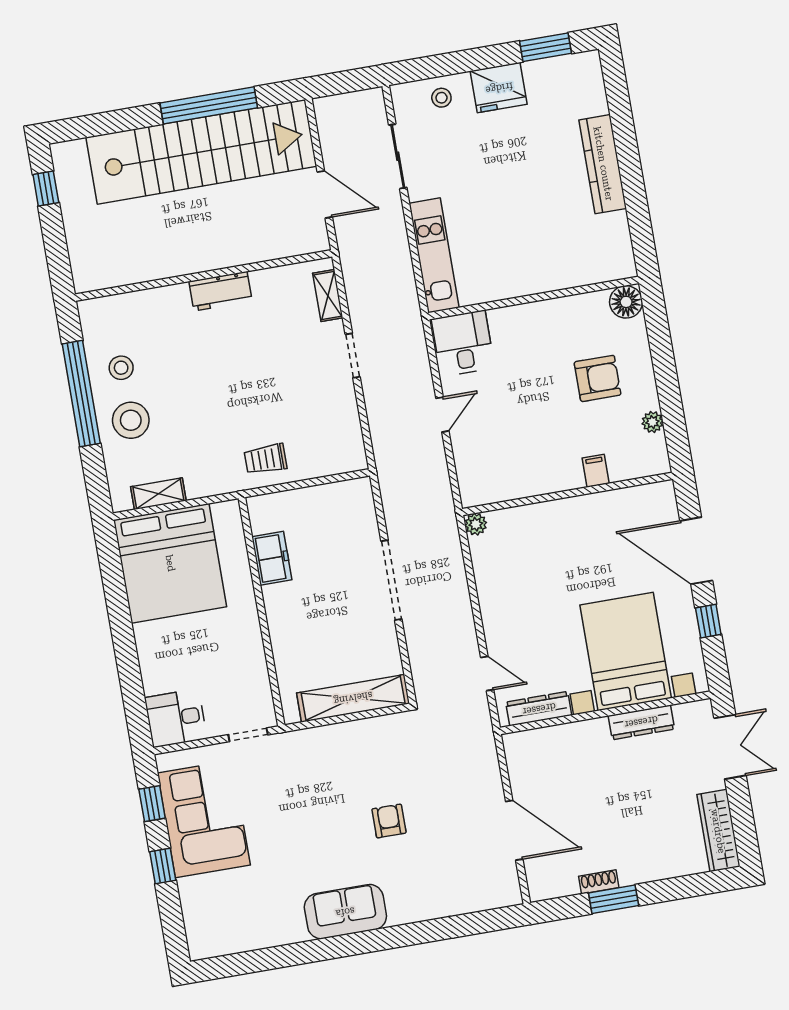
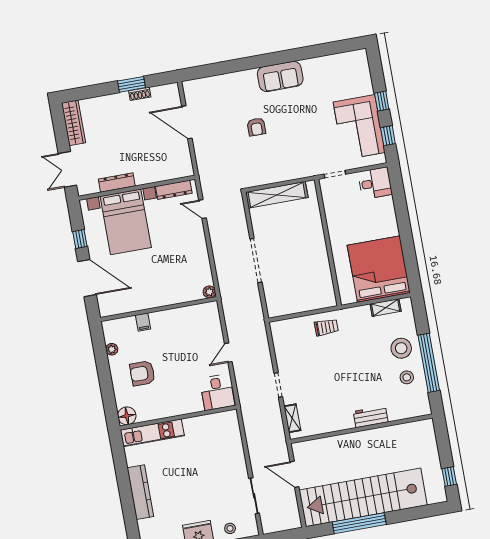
kitchen unit: (434, 255) -> (152, 433), moved, turned -90
workbench: (221, 291) -> (371, 417), moved
freezer: (272, 558) -> (322, 272), removed

